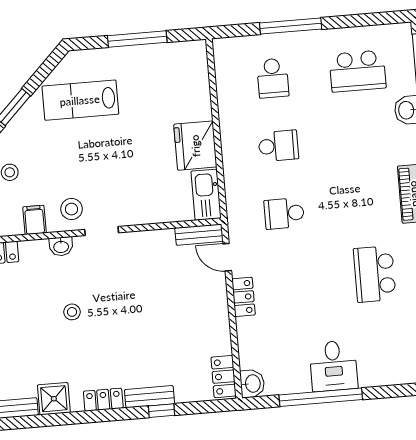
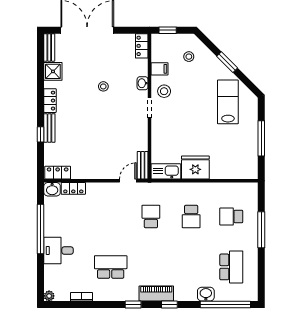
school desk: (358, 71) -> (231, 267), turned 180
locker: (243, 297) -> (73, 188), moved
desk: (333, 366) -> (58, 251), moved

